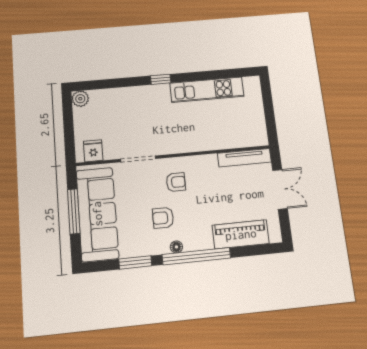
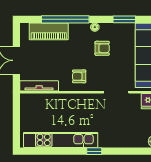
kitchen unit: (207, 90) -> (61, 140), width x1.36
armchair: (176, 182) -> (79, 76), moved
window: (196, 256) -> (65, 19), moved

